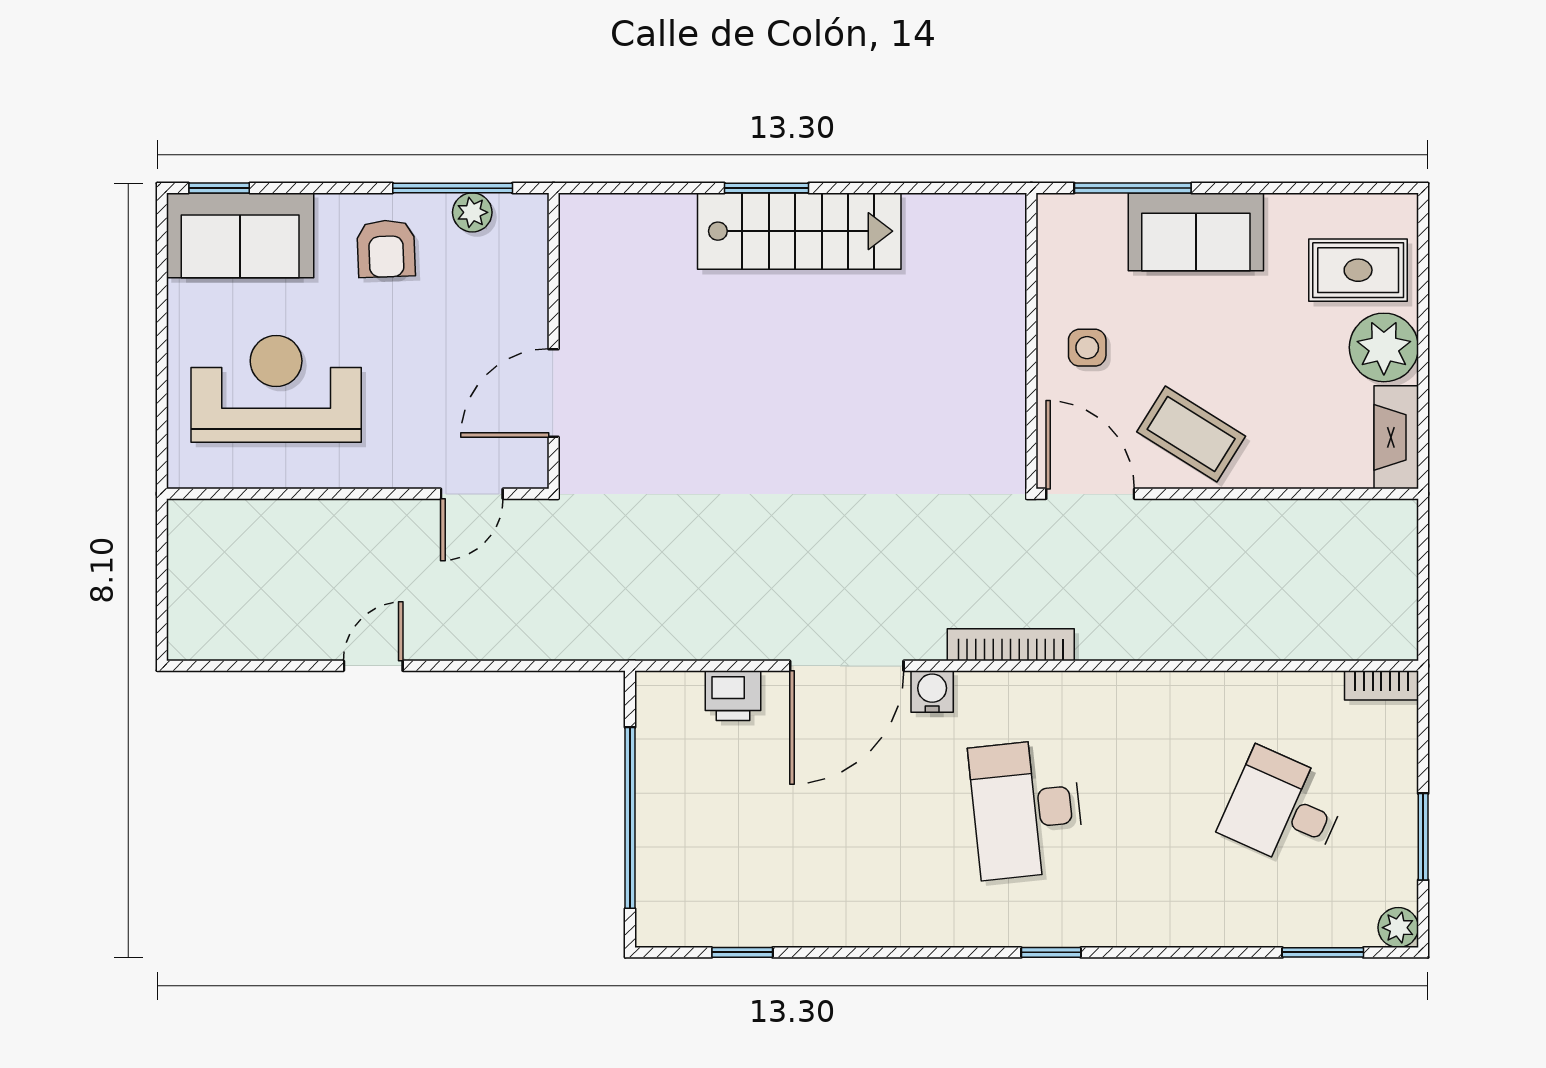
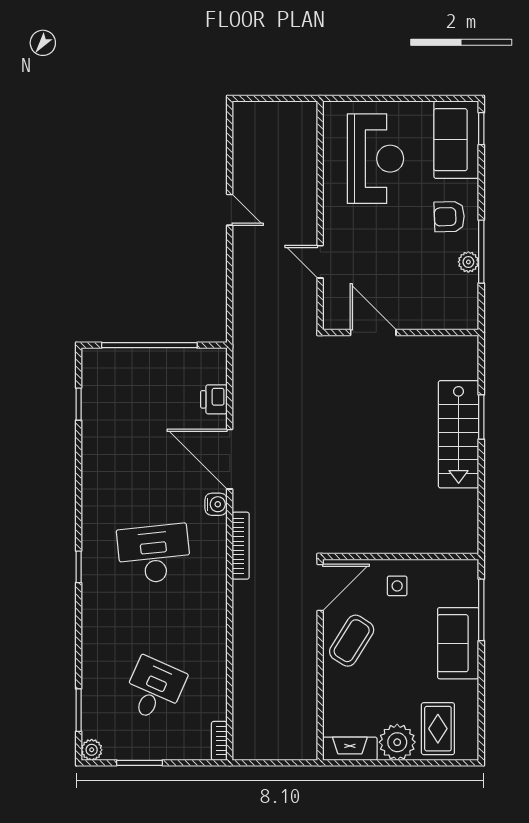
wall: (554, 341) -> (401, 332), moved
door: (554, 393) -> (373, 332), moved

